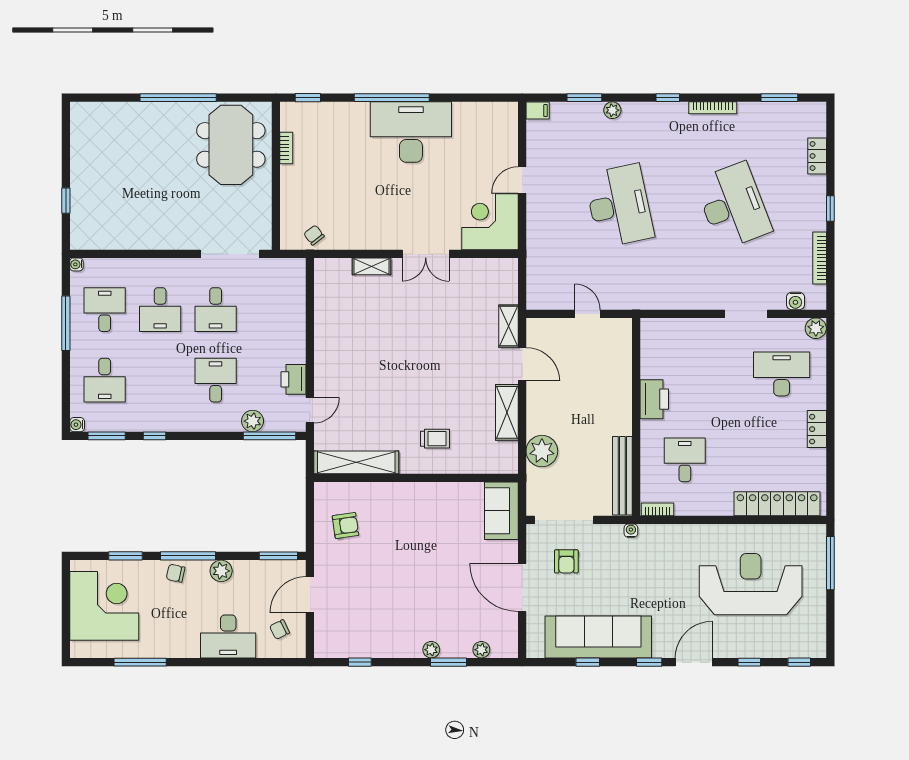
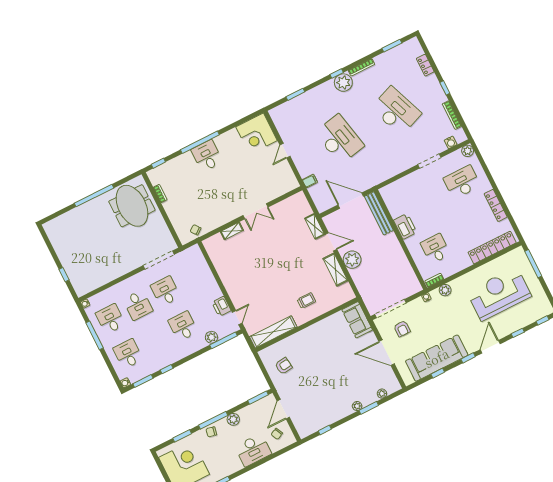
plant: (612, 110) -> (343, 83), moved, width x1.87, depth x1.87
filing cabinet: (538, 111) -> (310, 181), moved
desk: (411, 132) -> (207, 156), width x0.53, depth x0.77
corner desk: (490, 222) -> (257, 134), moved, turned -90
desk: (216, 310) -> (165, 291), turned 180
door: (587, 314) -> (351, 201), width x1.87
desk: (105, 380) -> (128, 354), turned 180
locker: (817, 429) -> (496, 205), width x1.53
plant: (542, 451) -> (352, 260), moved
bench: (622, 476) -> (379, 213), moved
plant: (667, 534) -> (445, 290), added

